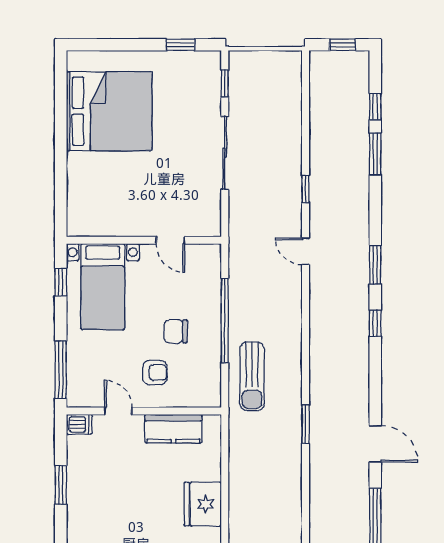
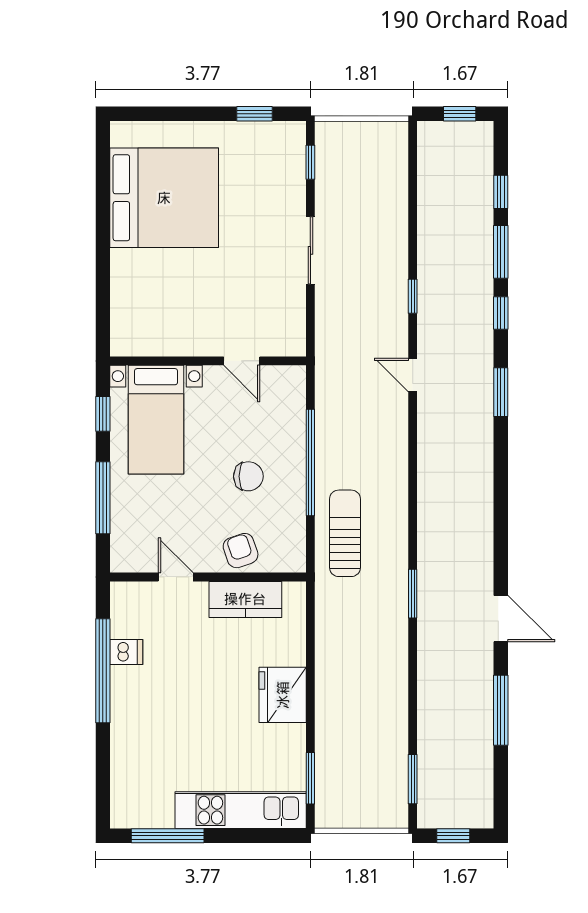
sliding door: (225, 153) -> (310, 250), width x0.73
window: (375, 323) -> (501, 313), moved
chair: (176, 331) -> (248, 476), turned 180
window: (61, 370) -> (103, 498), moved
armchair: (155, 372) -> (241, 551), moved, turned -109
sun lounger: (252, 376) -> (345, 533), turned 180
dishwasher: (79, 424) -> (126, 652), moved
window: (61, 485) -> (103, 671), width x2.11

